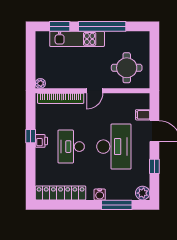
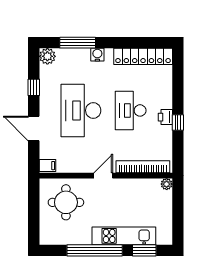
filing cabinet: (143, 115) -> (47, 166), moved
desk: (71, 147) -> (131, 110), turned 180

